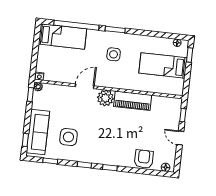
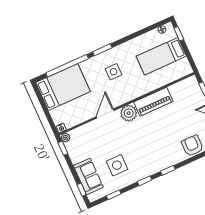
bed: (62, 36) -> (63, 87), width x1.50
sofa: (38, 132) -> (88, 176), width x0.73

